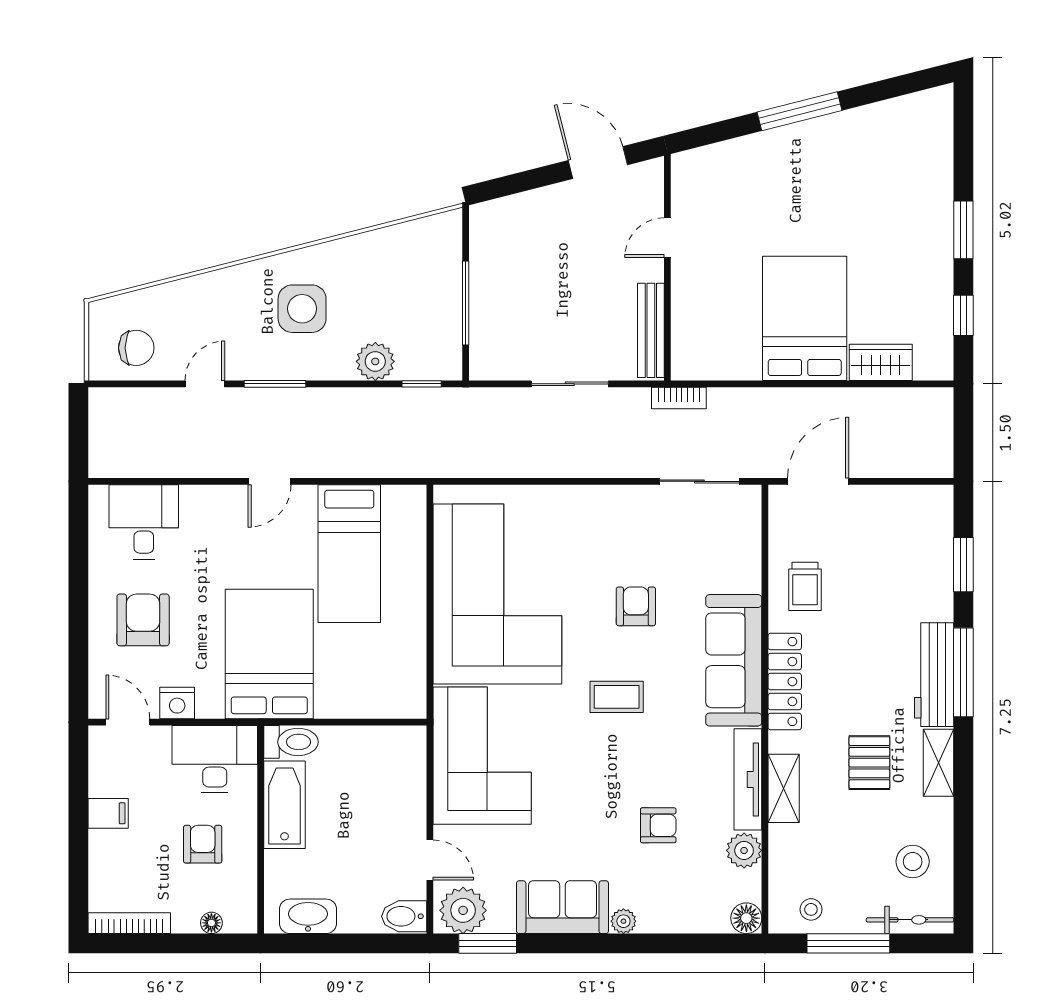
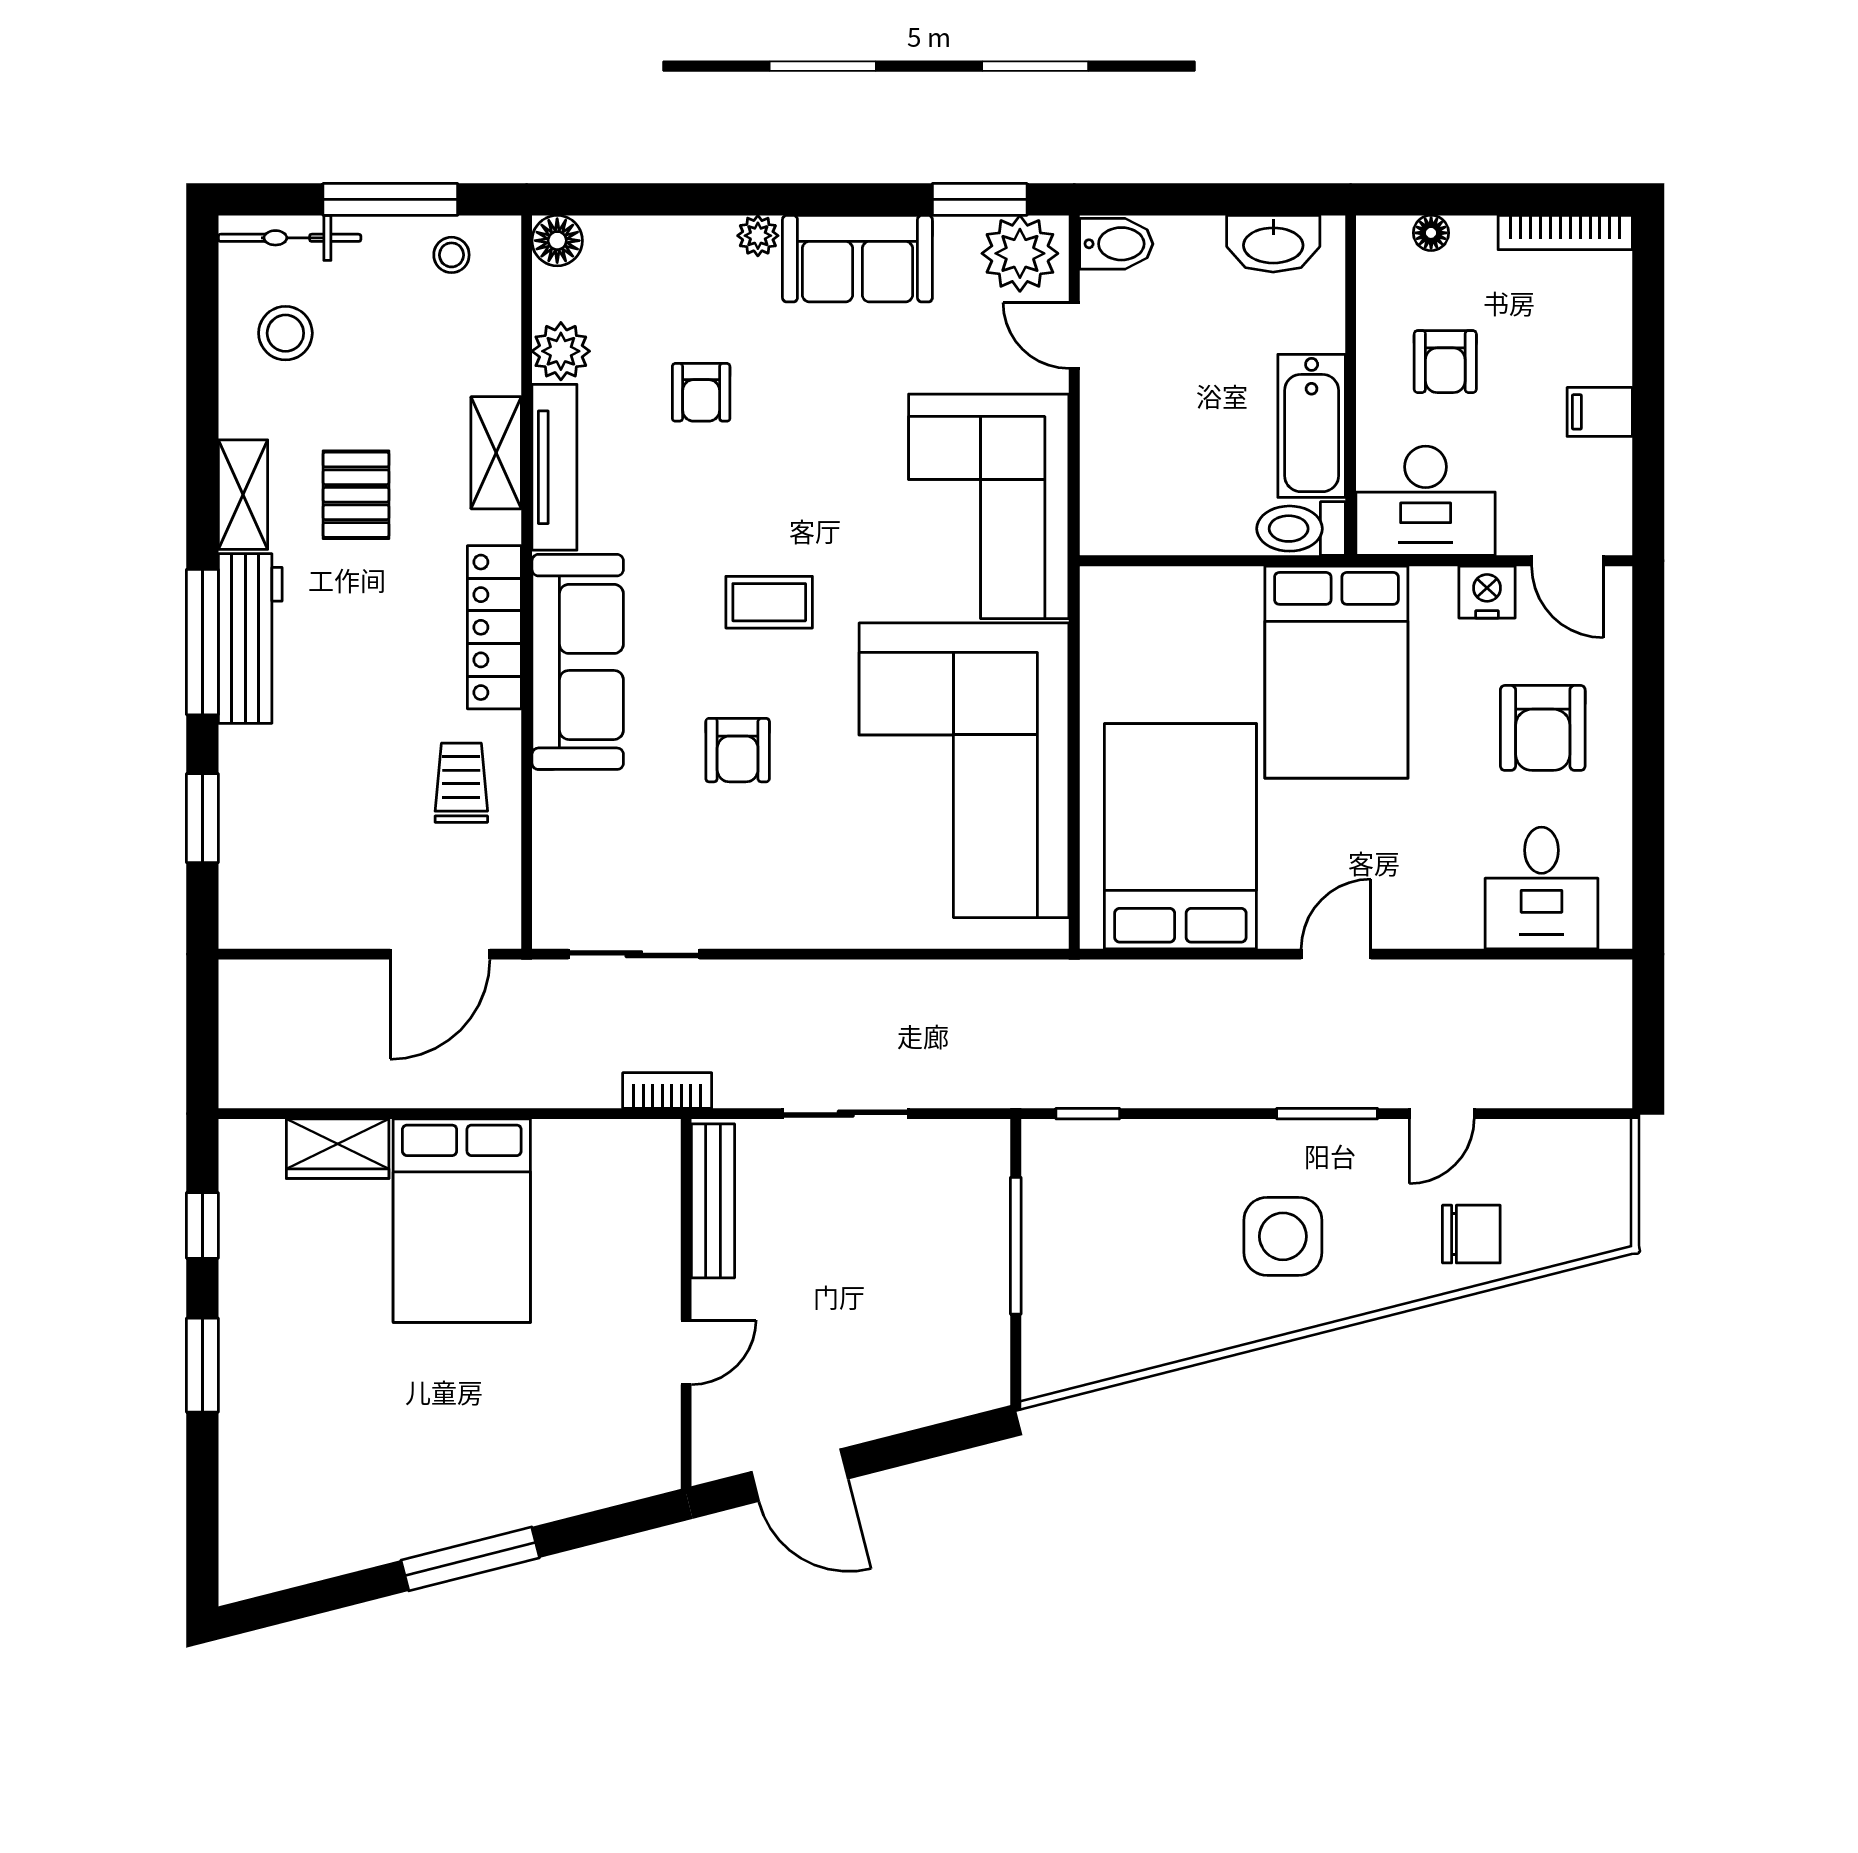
chair: (136, 348) -> (1471, 1234), moved, turned 180
plant: (375, 361) -> (1163, 1150), removed
bed: (349, 554) -> (1180, 836), width x1.50
armchair: (658, 825) -> (701, 392), turned -90

